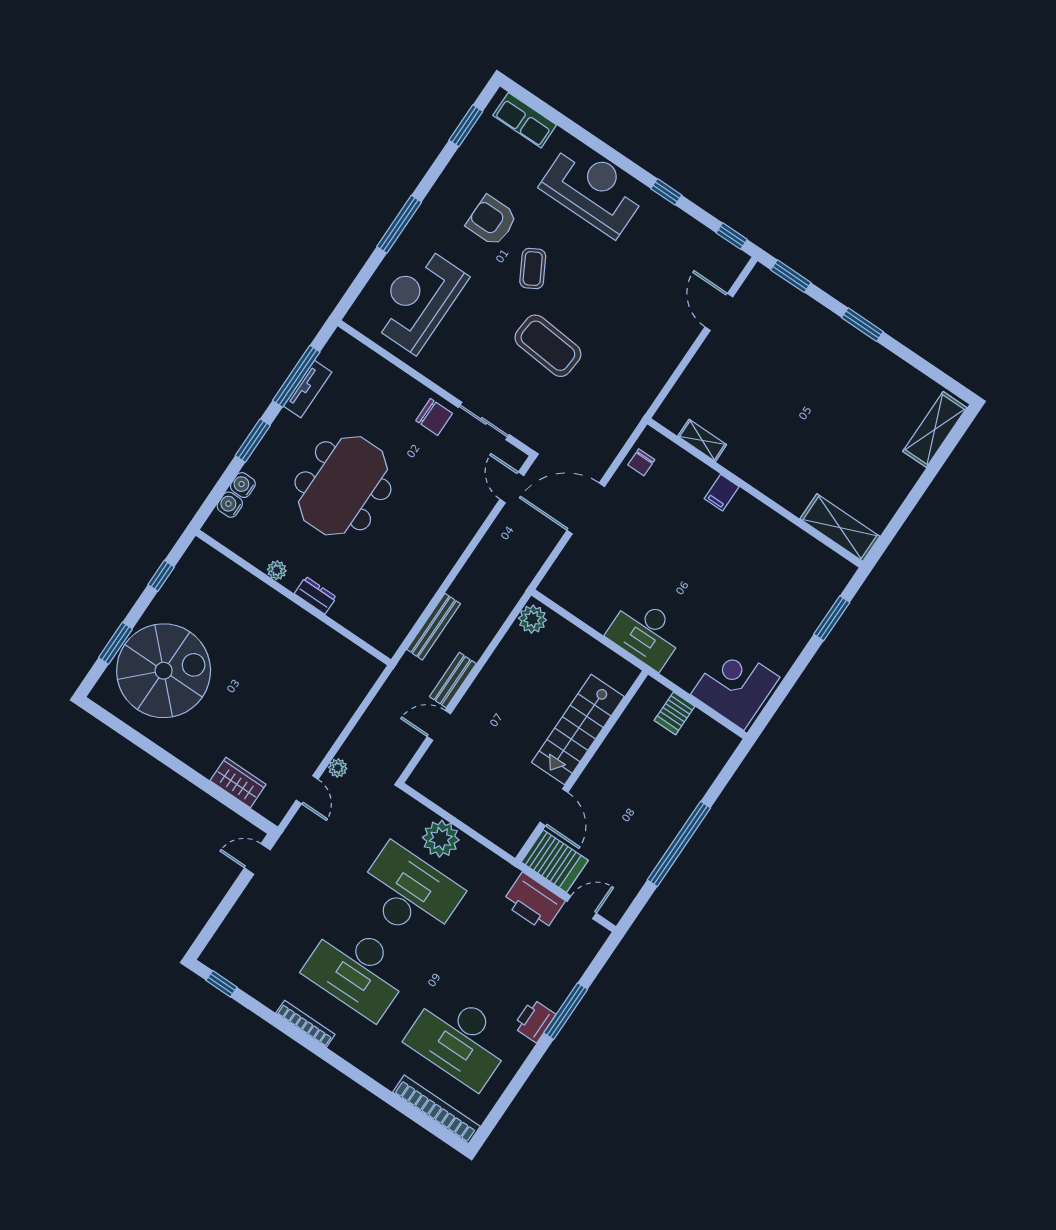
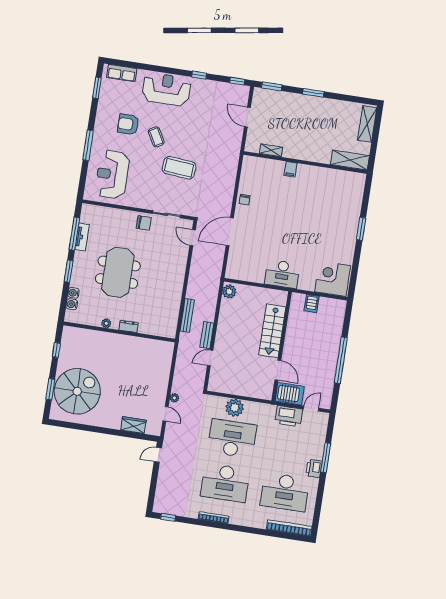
shelving: (702, 440) -> (271, 150), moved
filing cabinet: (722, 493) -> (291, 169), moved
wall: (755, 493) -> (305, 162), moved
shelving: (840, 528) -> (350, 160), moved

